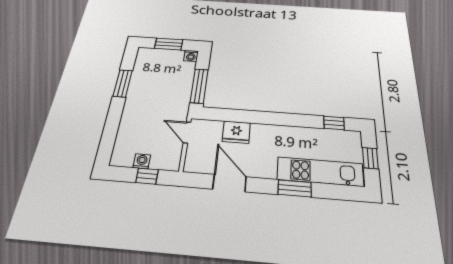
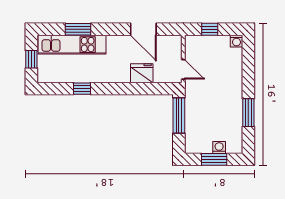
washing machine: (191, 56) -> (219, 148), moved
window: (334, 123) -> (82, 89), moved
washing machine: (142, 161) -> (237, 41), moved
window: (295, 188) -> (78, 29), moved

